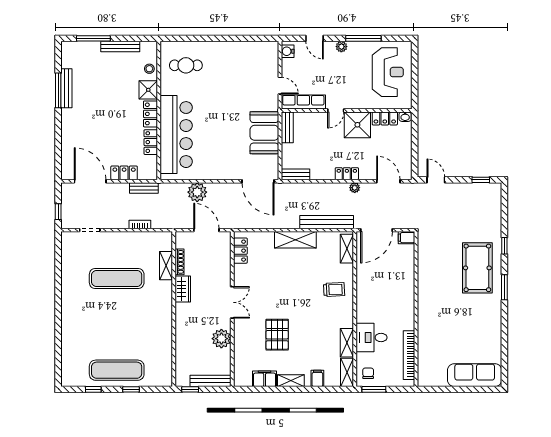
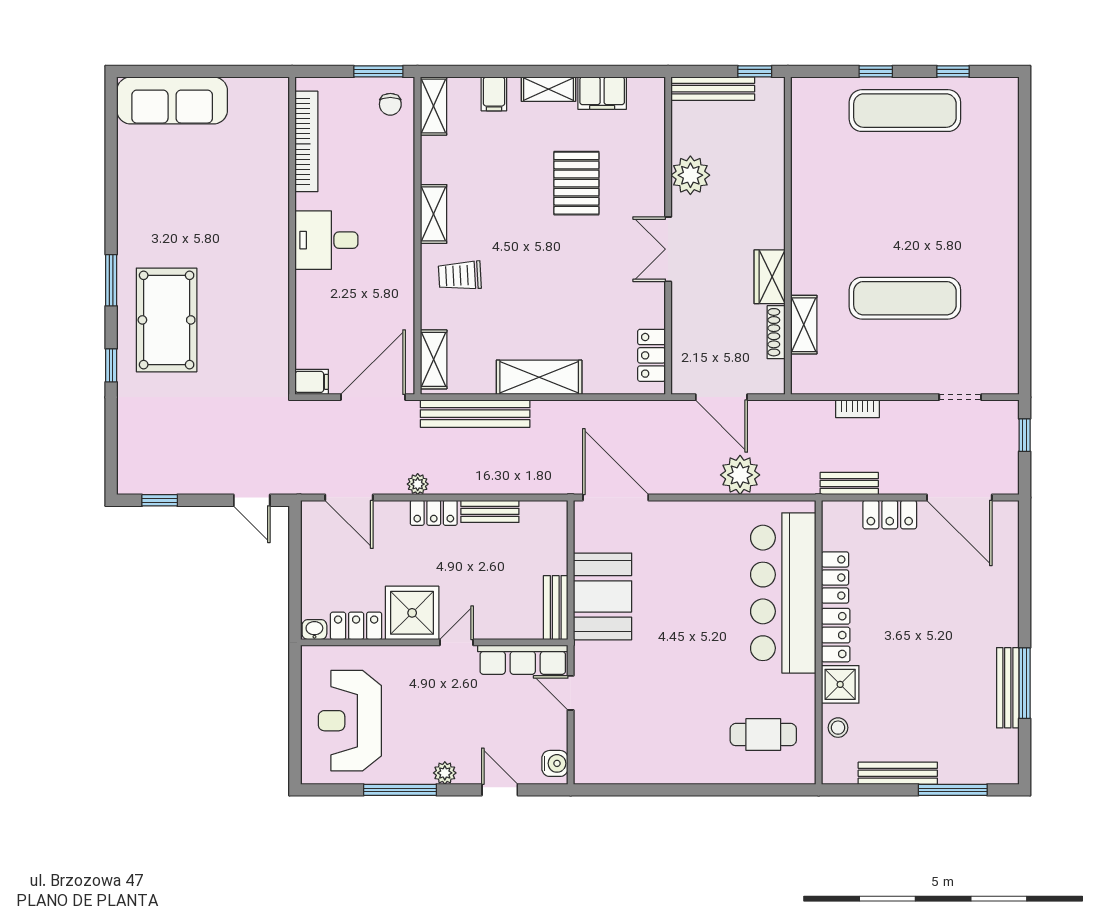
bench: (296, 174) -> (490, 511), moved
desk: (372, 338) -> (326, 240), moved, turned 180
shelving: (347, 343) -> (433, 214), moved

